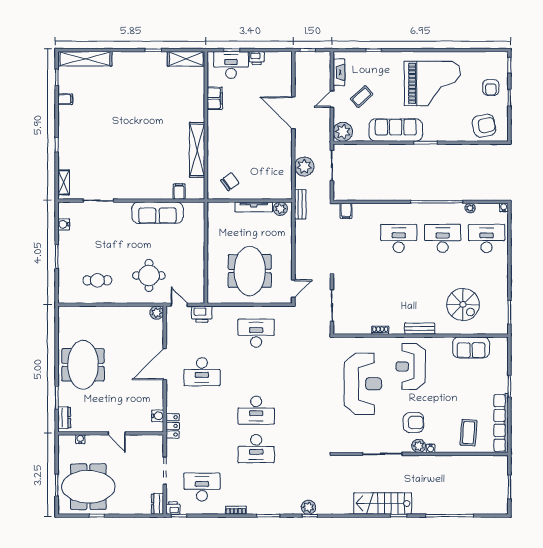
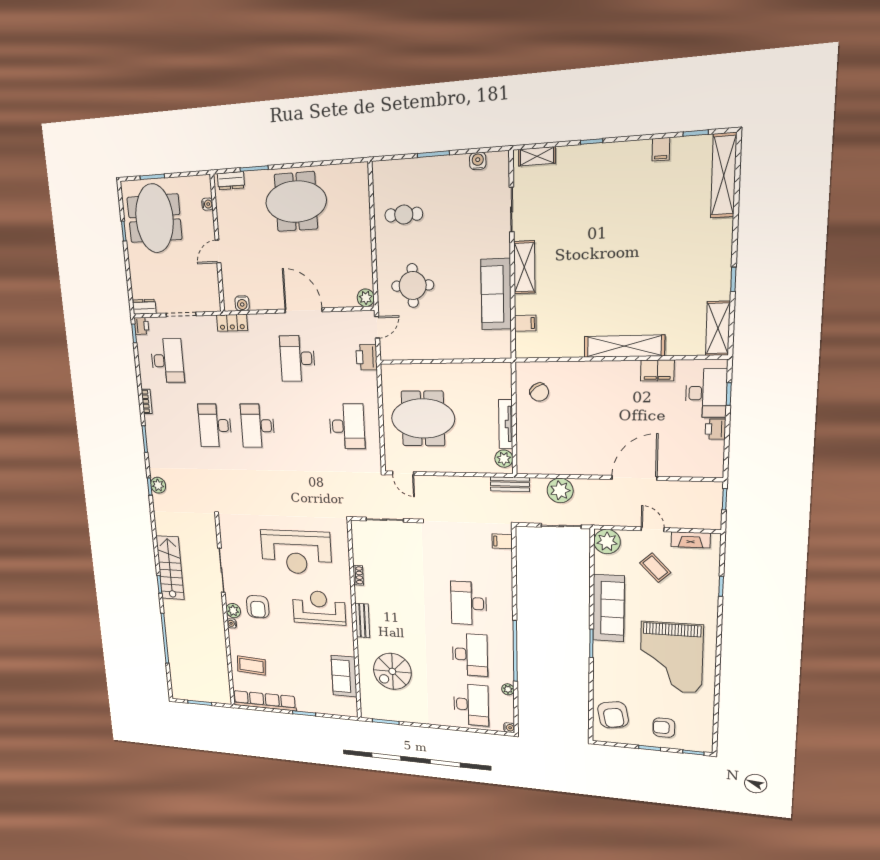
shelving: (197, 150) -> (624, 346), moved
shelving: (139, 192) -> (524, 267), added
desk: (399, 238) -> (469, 603), turned 180
cafe table: (97, 280) -> (404, 215), turned 90

